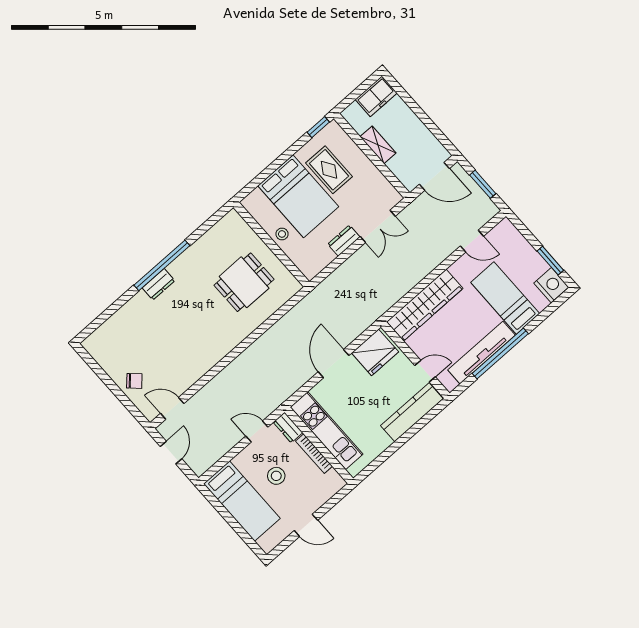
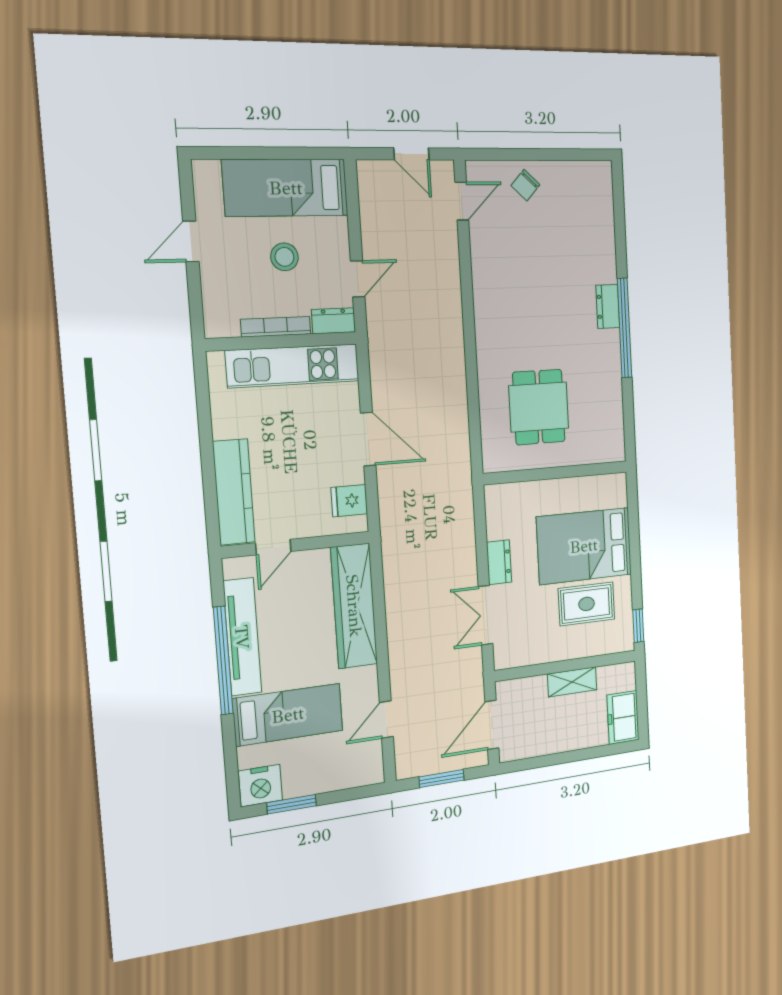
stool: (282, 234) -> (558, 495), removed
fridge: (375, 352) -> (349, 501), width x0.53, depth x0.75

